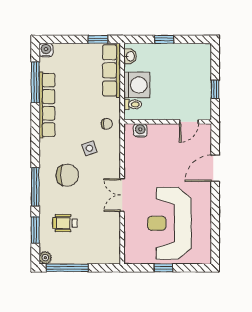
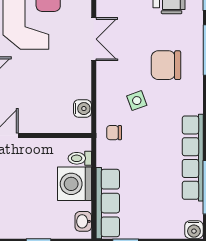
water cooler: (140, 130) -> (82, 109), moved, turned -90

